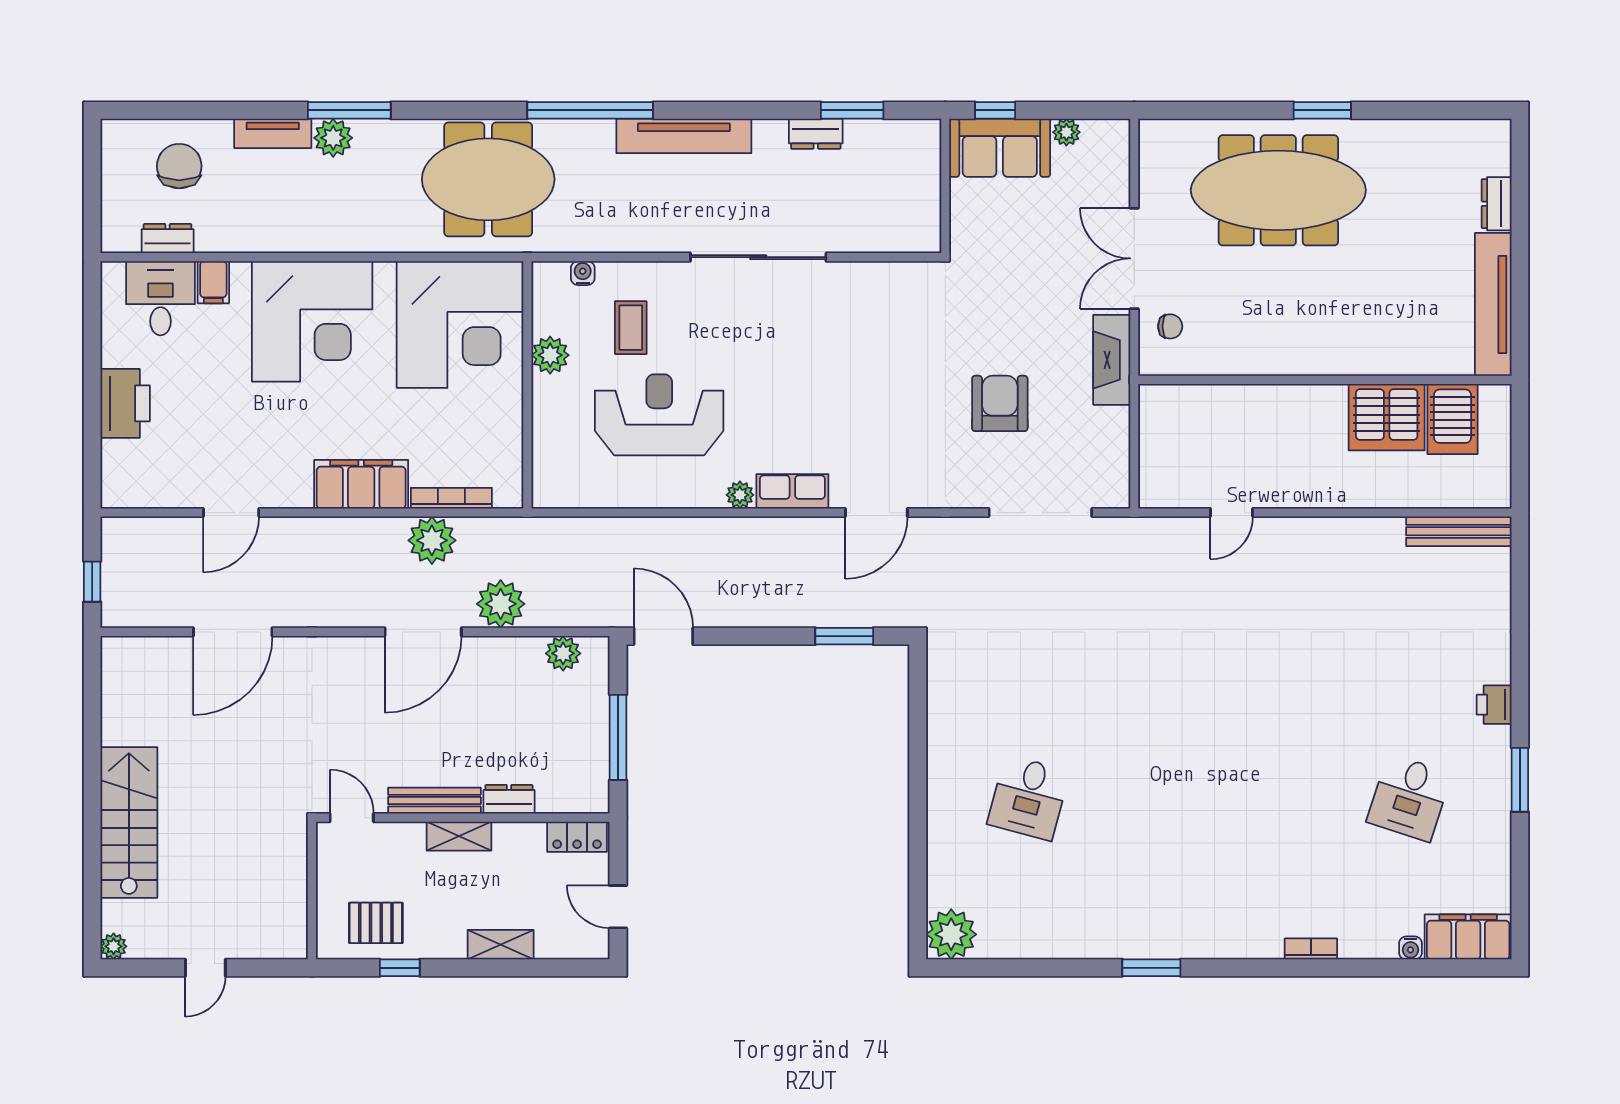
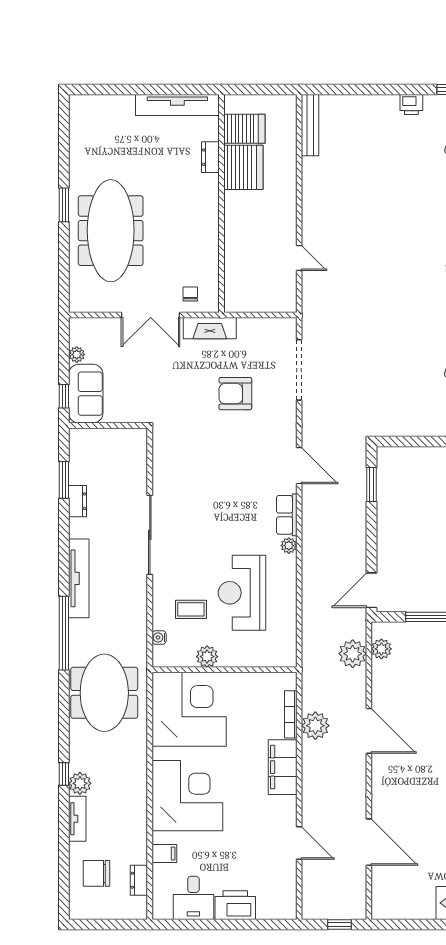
window: (349, 110) -> (64, 774), width x0.46
dresser: (1497, 204) -> (210, 157), moved, turned 90
desk: (160, 298) -> (193, 898), moved, turned -90
plant: (501, 604) -> (353, 654), moved

